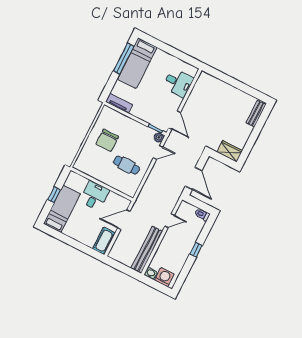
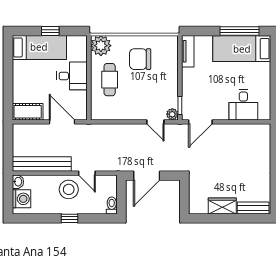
wardrobe: (230, 151) -> (222, 206), moved, turned -90
plant: (83, 164) -> (101, 46), added
cafe table: (126, 165) -> (110, 80), moved
stool: (175, 240) -> (69, 189), added

